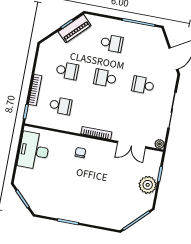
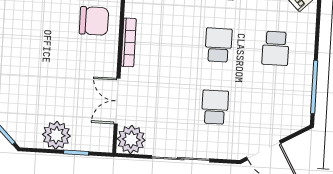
plant: (160, 144) -> (131, 139), width x1.88, depth x1.88
chair: (80, 153) -> (94, 21), width x1.87, depth x1.87

